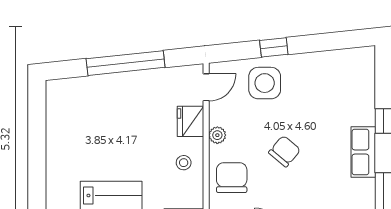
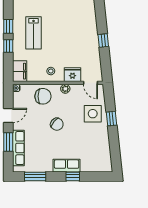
window: (126, 63) -> (103, 40), width x0.32
row of seats: (363, 152) -> (67, 166), moved

